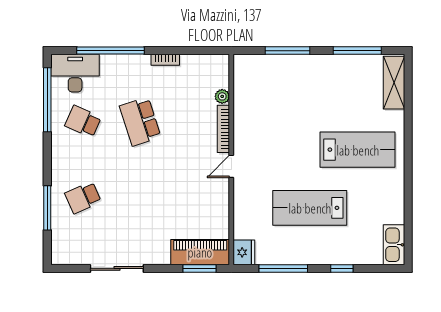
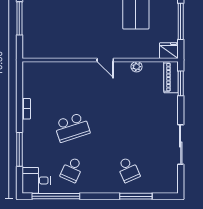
window: (110, 51) -> (19, 149), width x0.68
desk: (75, 73) -> (36, 180), width x0.73
plant: (222, 96) -> (137, 67), moved
bookcase: (223, 129) -> (77, 66), removed
piano: (200, 252) -> (171, 77), width x0.73, depth x0.75

